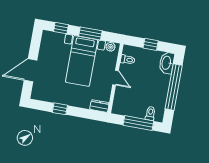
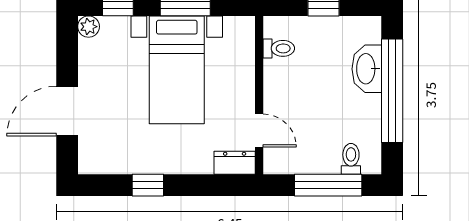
plant: (110, 47) -> (89, 27), moved
washbasin: (167, 63) -> (367, 69), moved
door: (116, 78) -> (259, 131), moved

